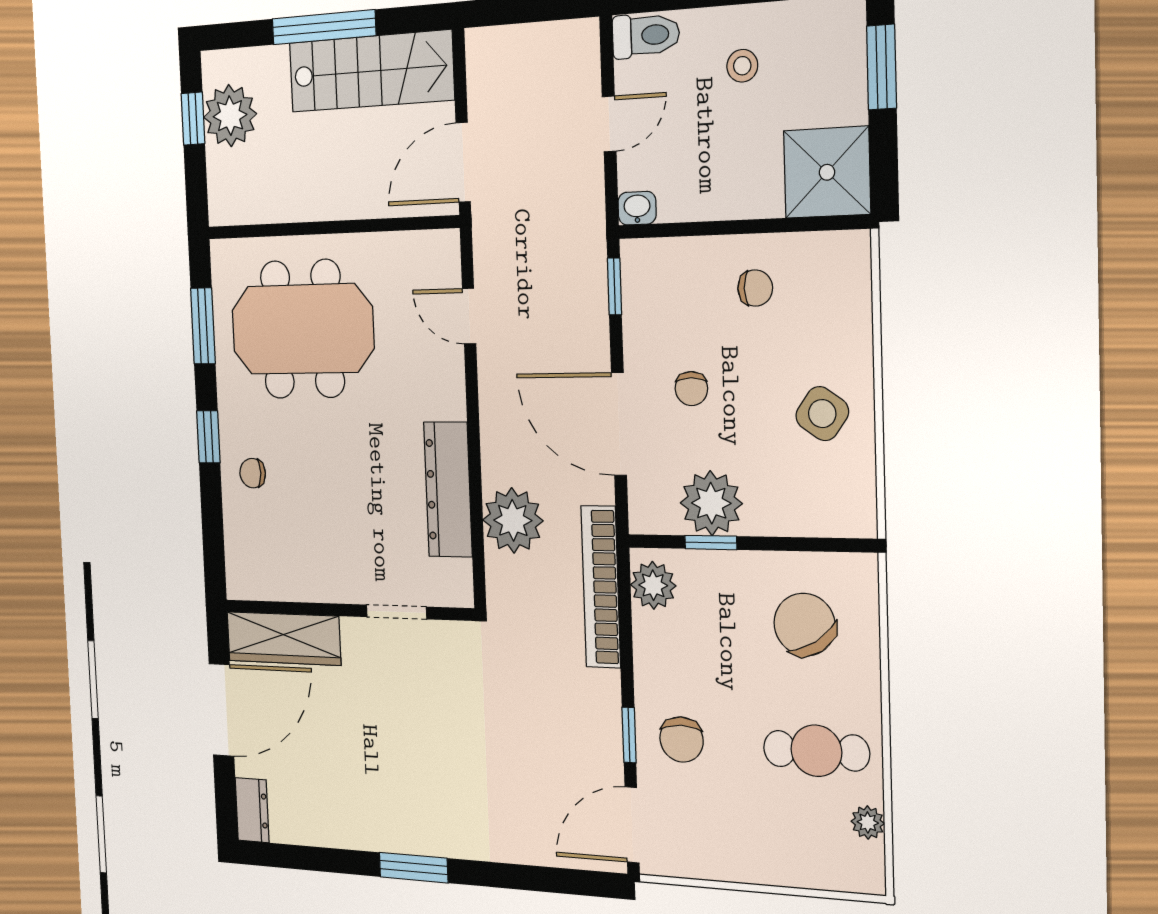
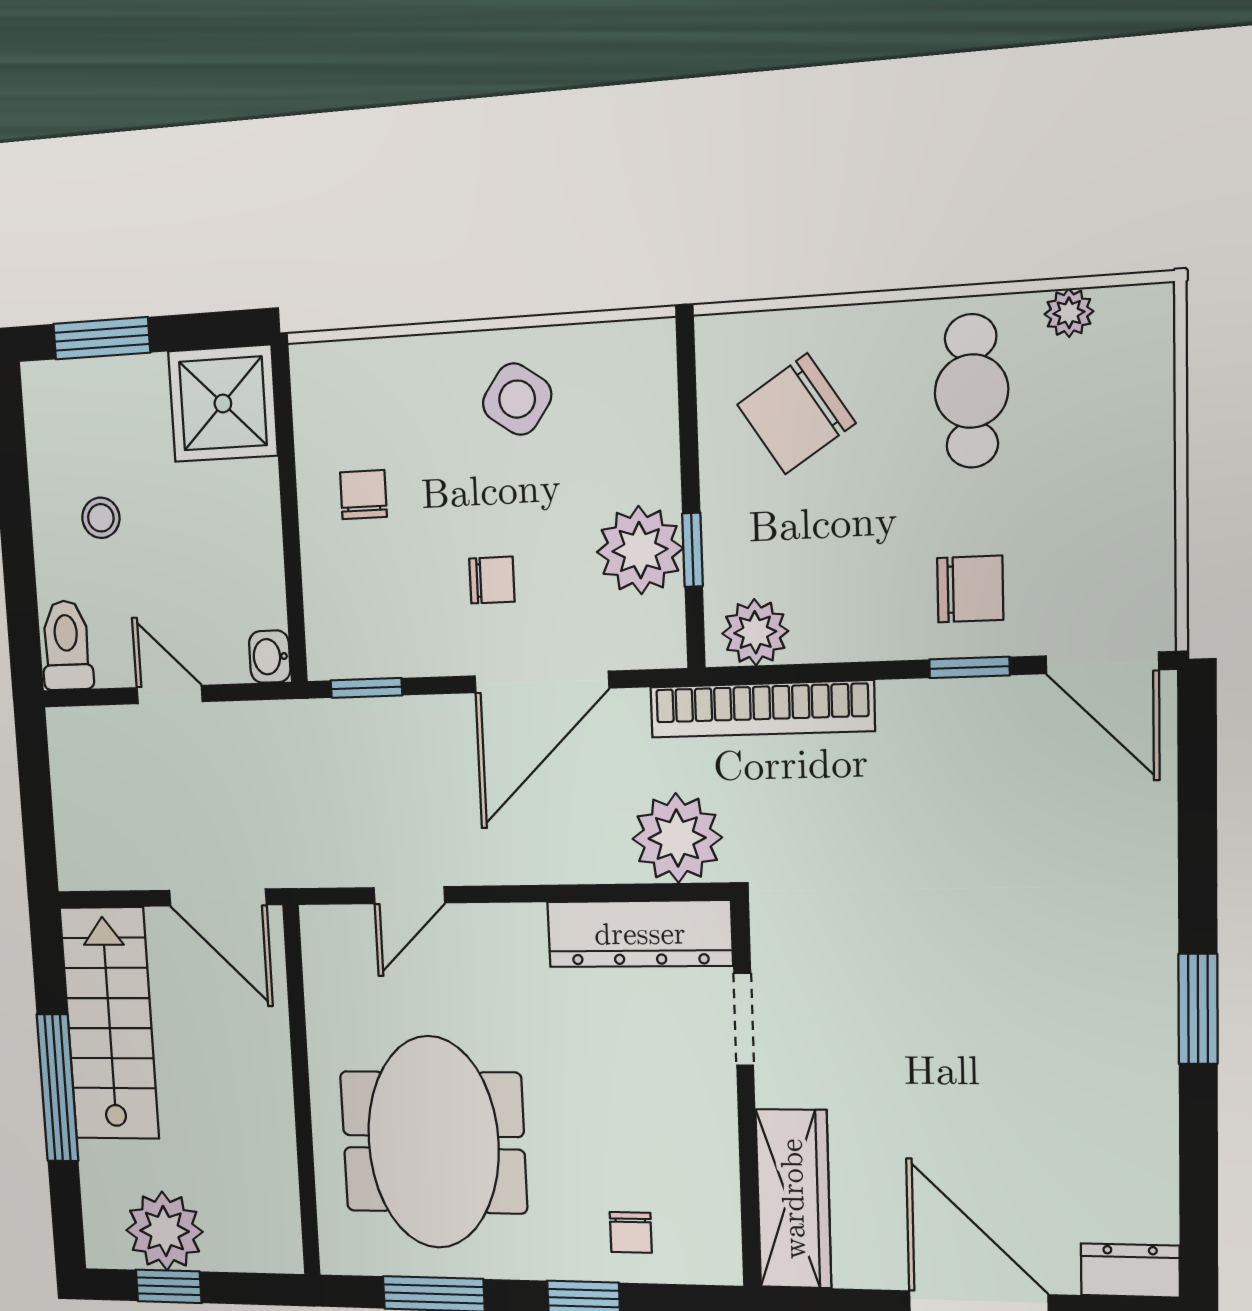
wall: (347, 610) -> (746, 1095), moved
doorway: (396, 612) -> (744, 1019), moved
wardrobe: (284, 639) -> (793, 1199), moved

